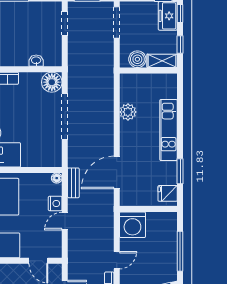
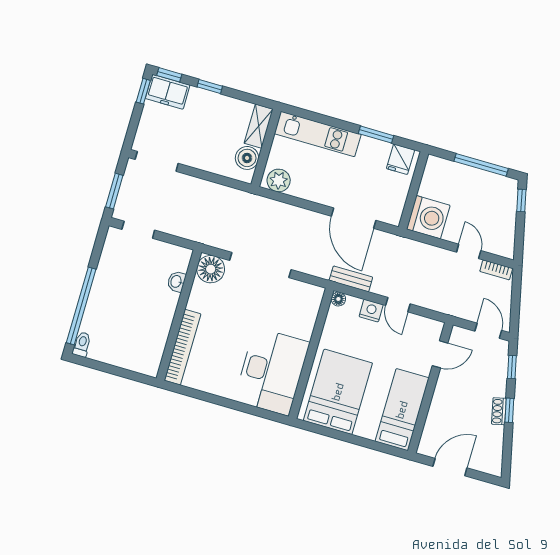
boiler: (137, 59) -> (247, 158), moved
shelving: (162, 61) -> (259, 126), moved
wall: (148, 71) -> (266, 148), moved

